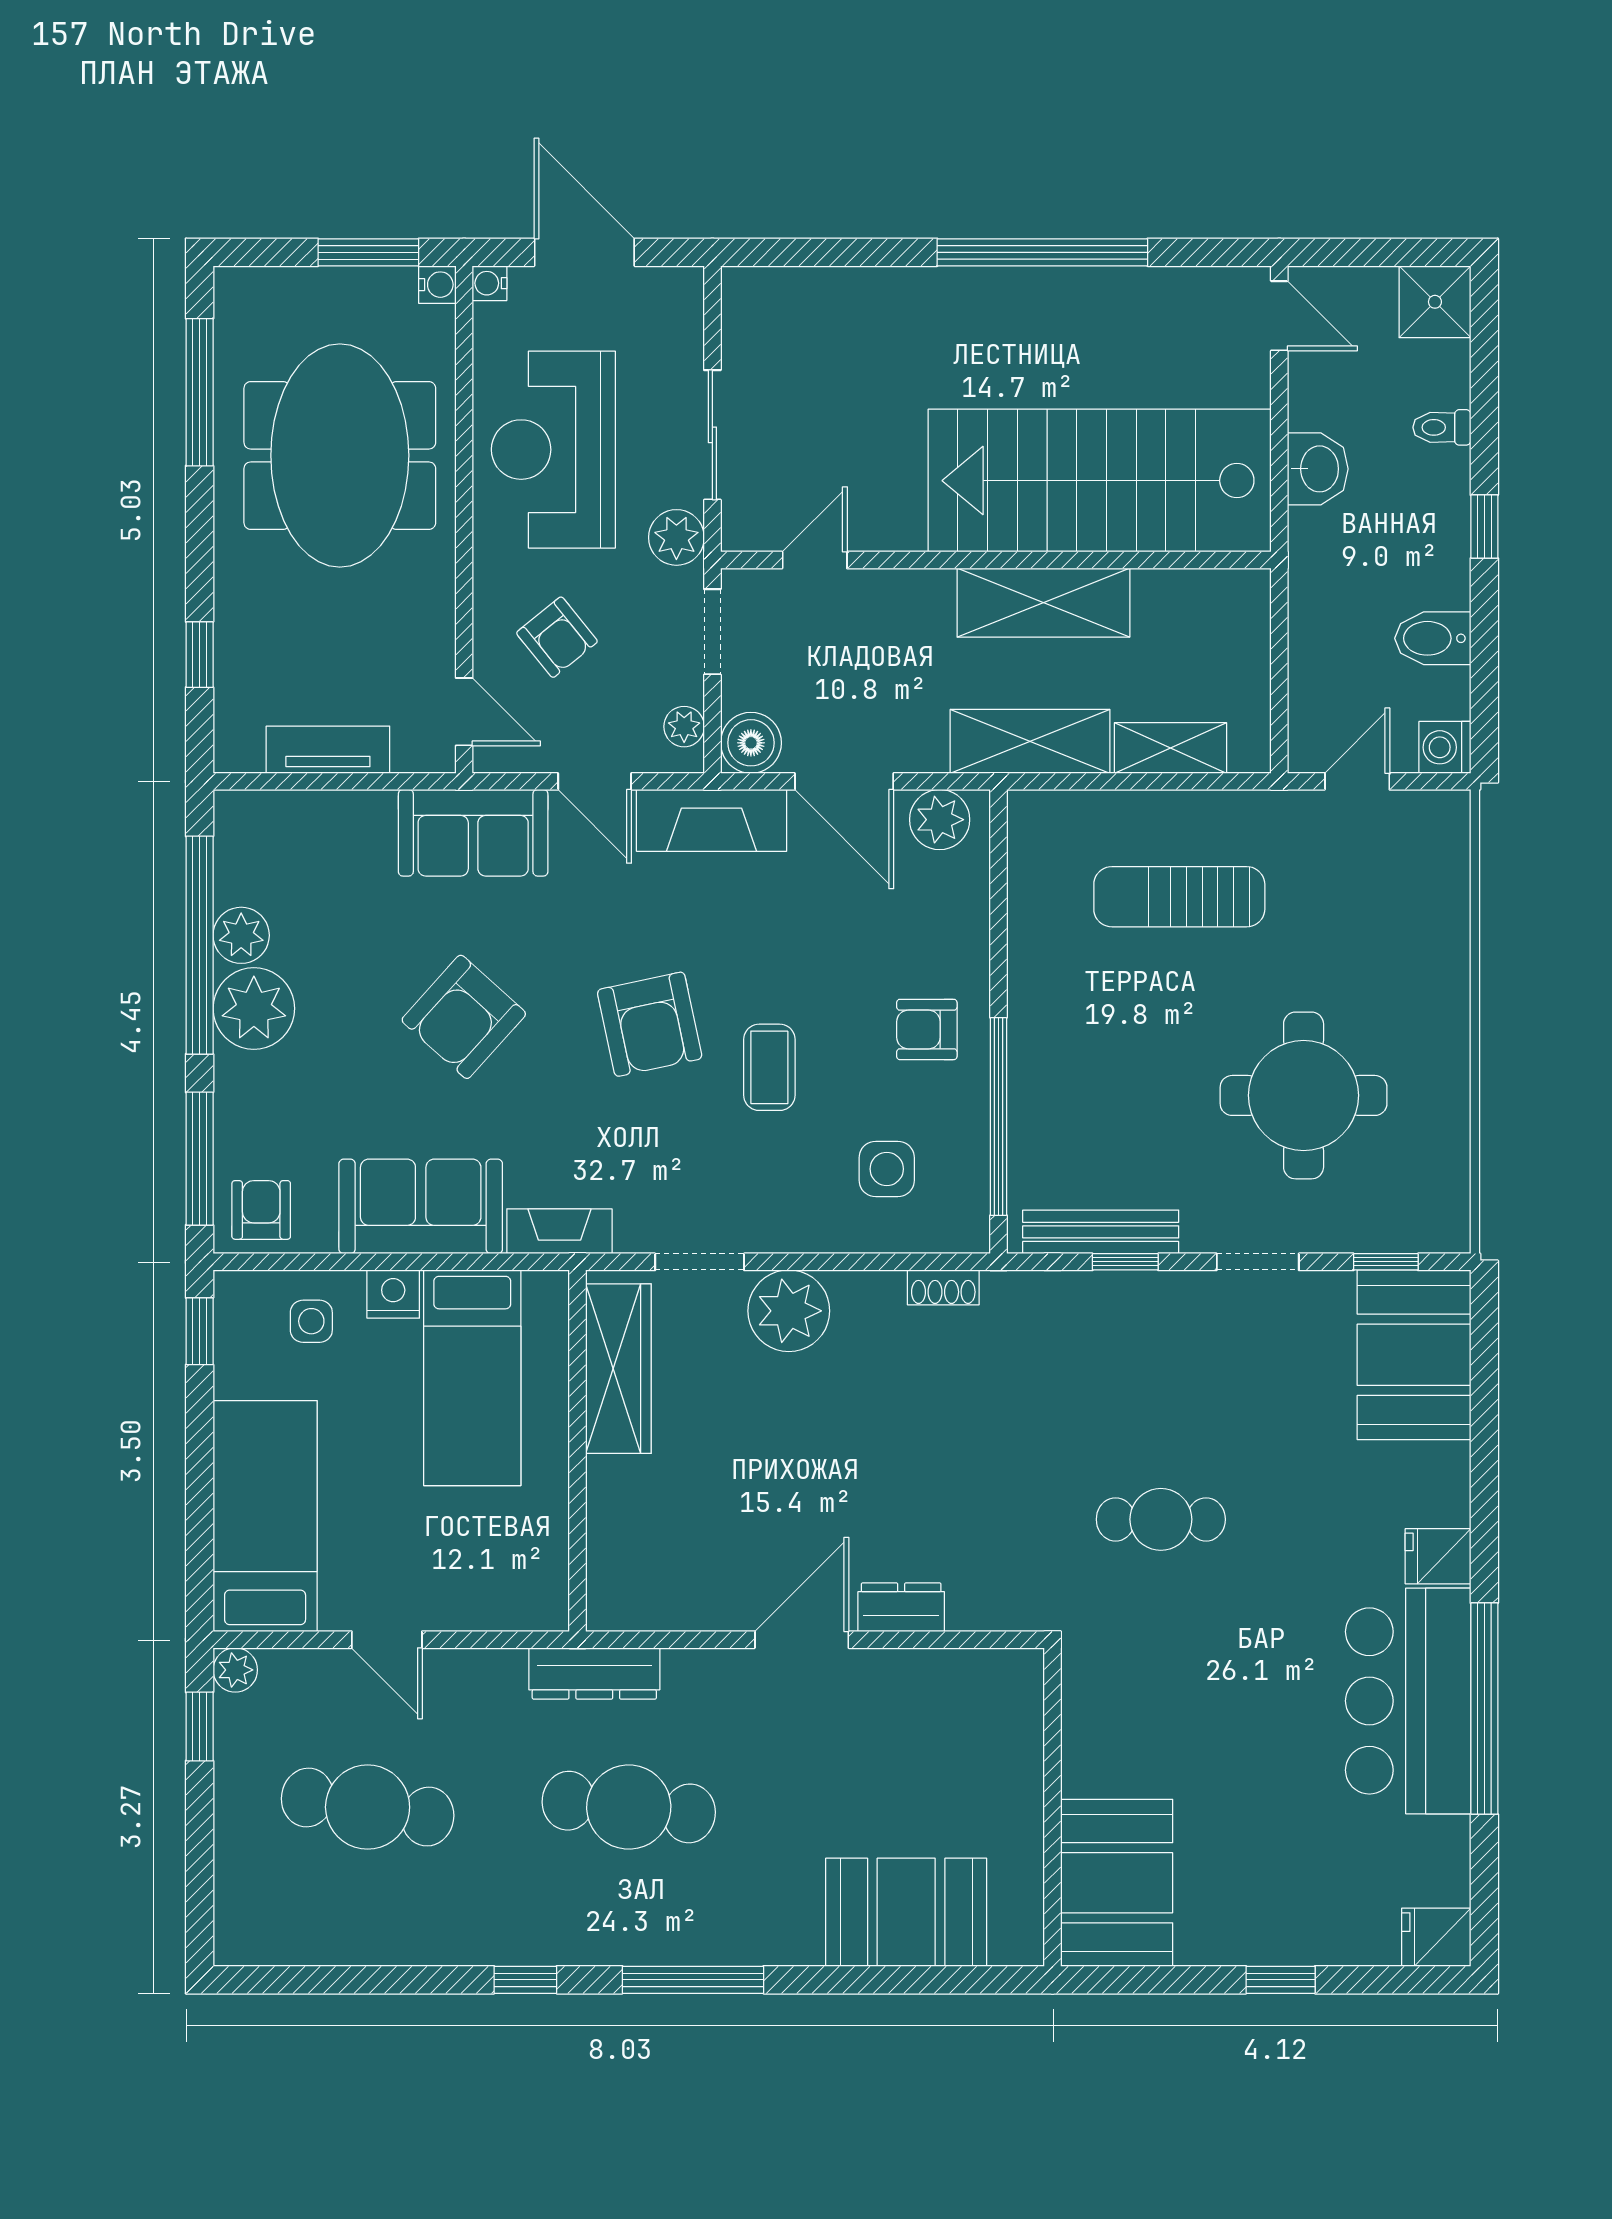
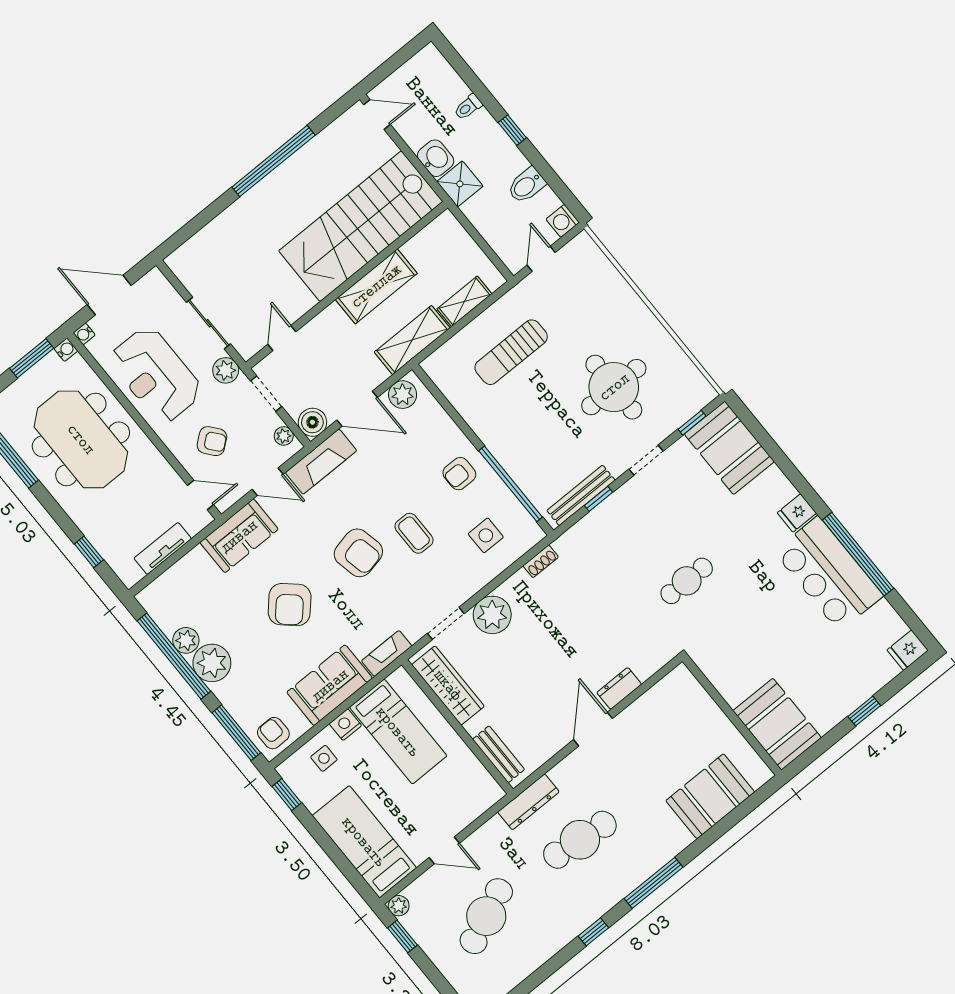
shower: (1435, 302) -> (460, 184), moved
bench: (609, 1553) -> (498, 754), added
cafe table: (368, 1807) -> (486, 916), turned -33

